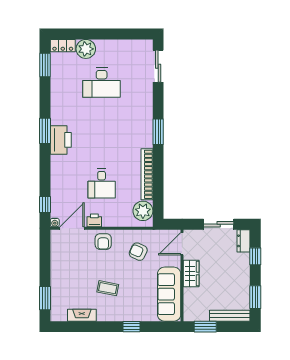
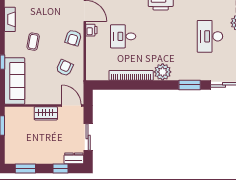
window: (158, 132) -> (190, 85), moved
plant: (143, 211) -> (163, 72), moved
armchair: (103, 242) -> (73, 38), turned -73
sofa: (169, 294) -> (15, 81), moved, turned 90
bench: (230, 316) -> (9, 147), removed

